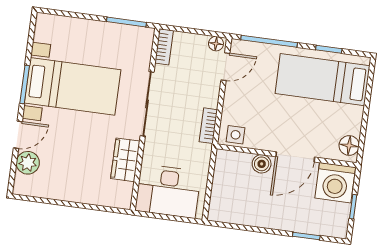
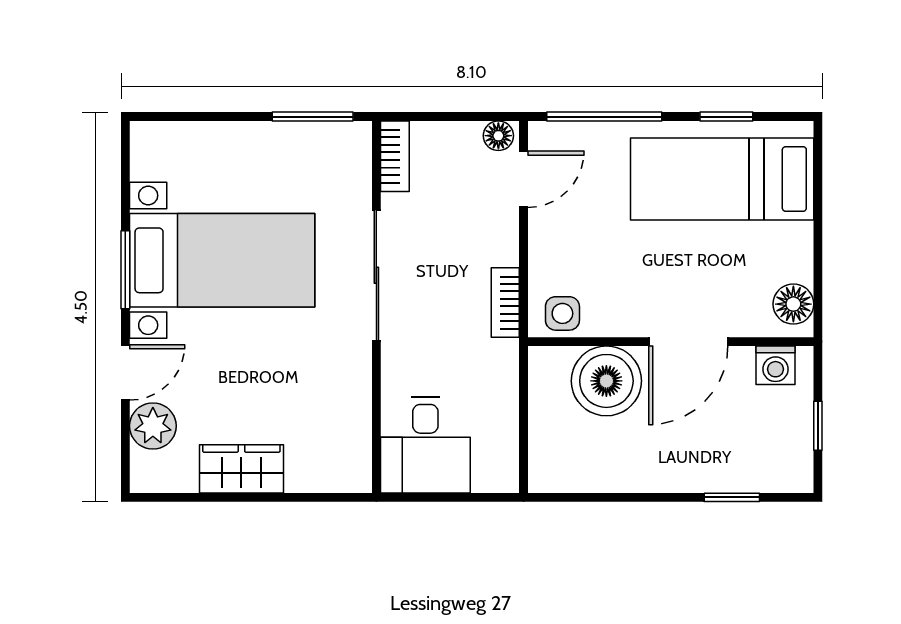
wardrobe: (125, 160) -> (241, 469), moved, turned 90
boiler: (262, 164) -> (606, 381), width x1.86, depth x1.86
washing machine: (335, 183) -> (776, 365), width x0.53, depth x0.53
desk: (168, 191) -> (425, 445), width x0.73

